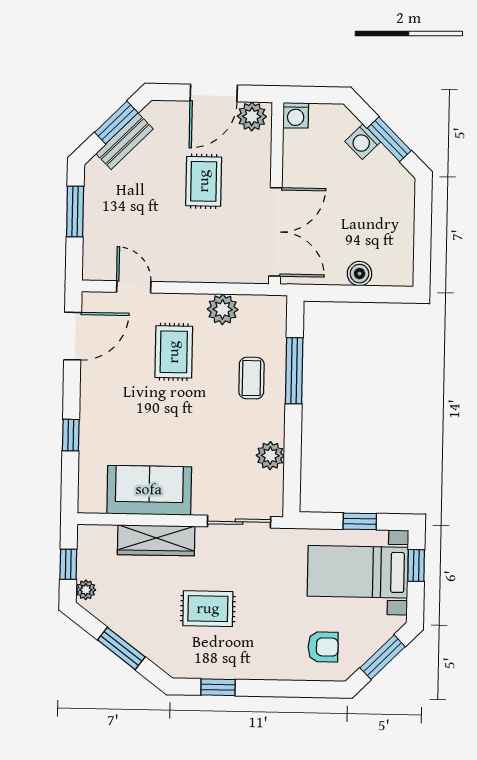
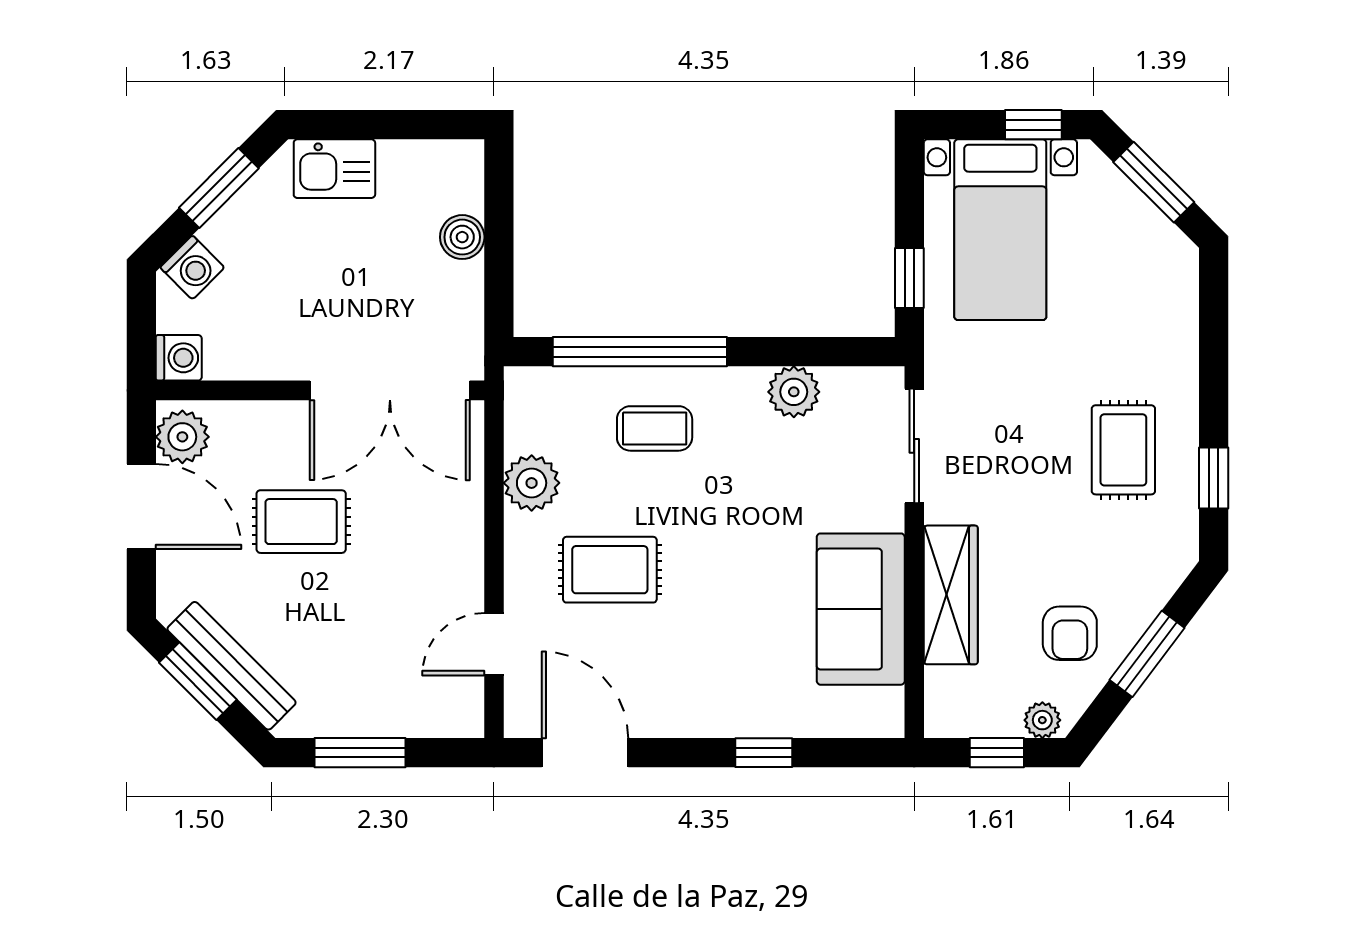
bench: (125, 141) -> (232, 666), width x1.36
washing machine: (363, 142) -> (192, 267), moved
kitchen sink: (399, 204) -> (334, 169), added
double door: (275, 232) -> (390, 390), swing flipped
window: (294, 371) -> (640, 352), width x1.46
window: (360, 521) -> (909, 278), moved
window: (416, 565) -> (1033, 125), moved
rug: (208, 609) -> (1123, 450), moved
armchair: (323, 647) -> (1070, 633), moved, turned 180

